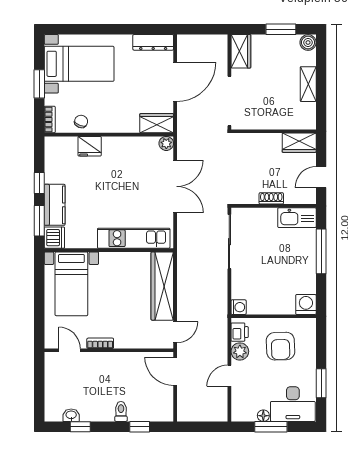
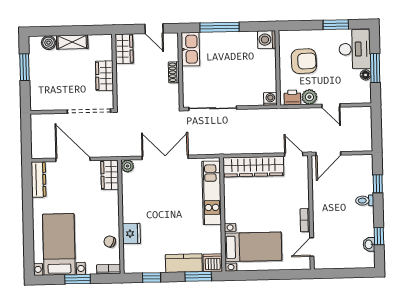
boiler: (308, 42) -> (49, 43), moved
wardrobe: (241, 51) -> (104, 76), moved, turned -90
window: (39, 183) -> (152, 277), moved

